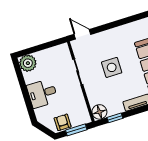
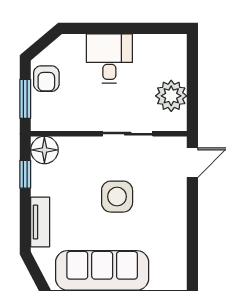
plant: (28, 63) -> (171, 96), moved
armchair: (63, 122) -> (46, 79), turned 90

